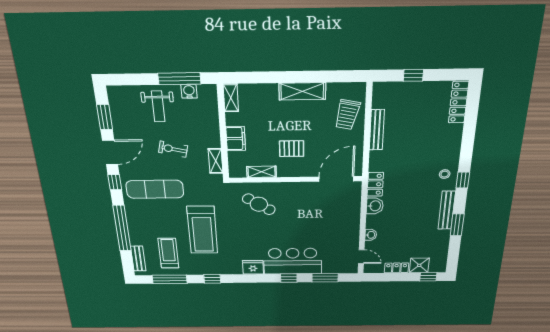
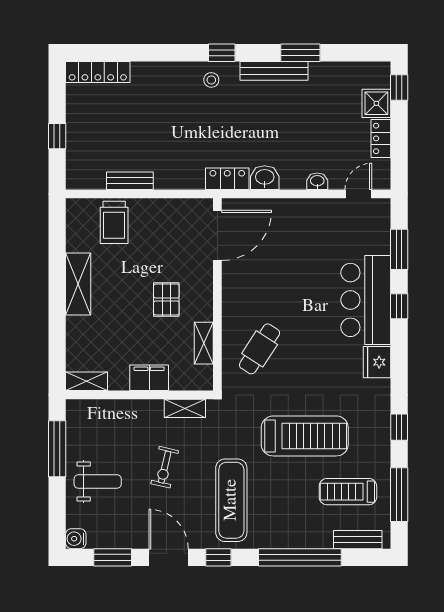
water cooler: (189, 91) -> (76, 539), moved
trolley: (347, 115) -> (114, 222), turned 78
bench: (377, 130) -> (130, 181), width x0.73
door: (336, 179) -> (217, 235), swing flipped

